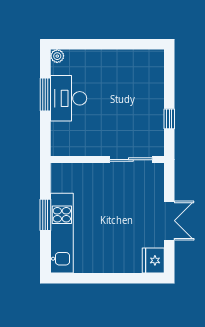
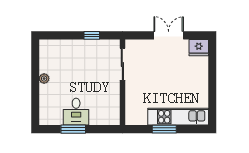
plant: (57, 56) -> (44, 79), moved
desk: (69, 98) -> (76, 112), width x0.73

